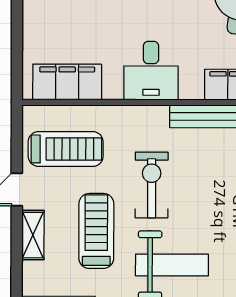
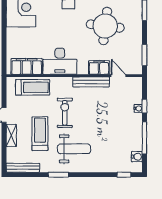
desk: (151, 71) -> (60, 61), width x1.37
treadmill: (66, 149) -> (33, 87), moved

